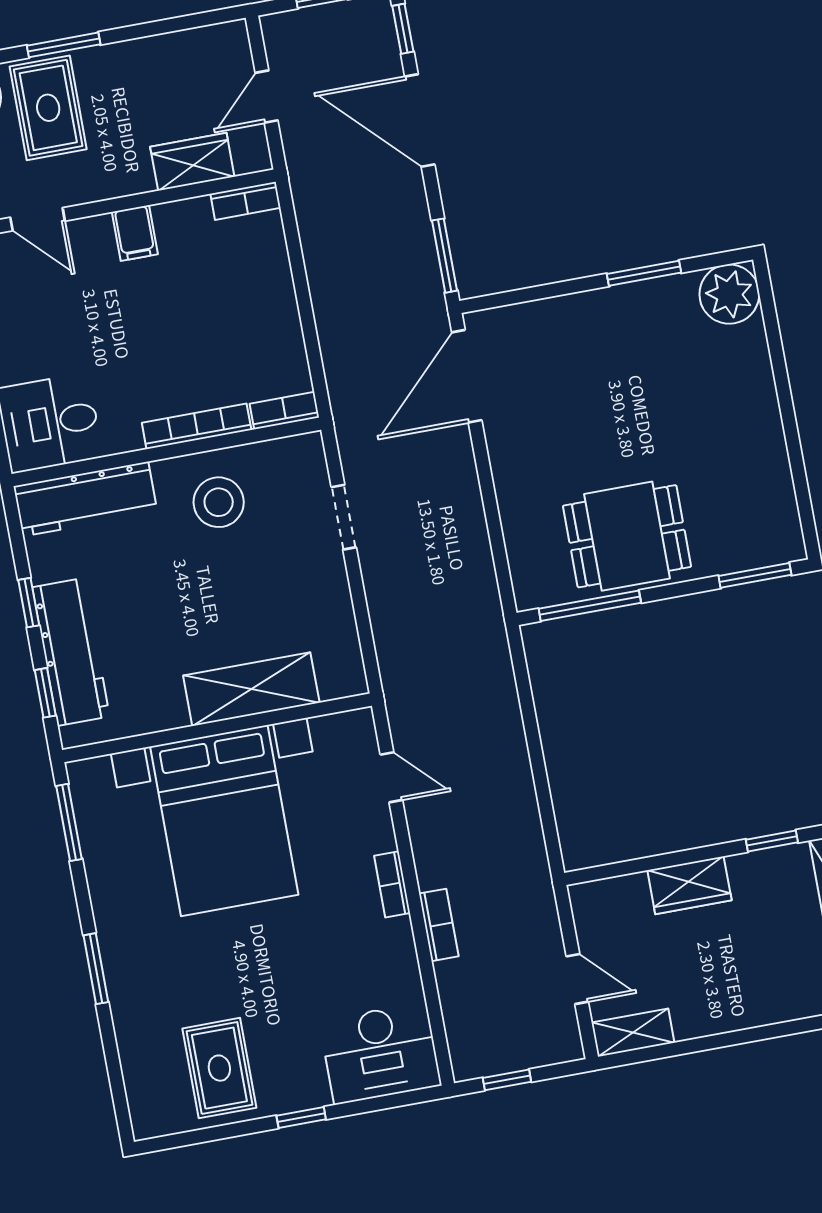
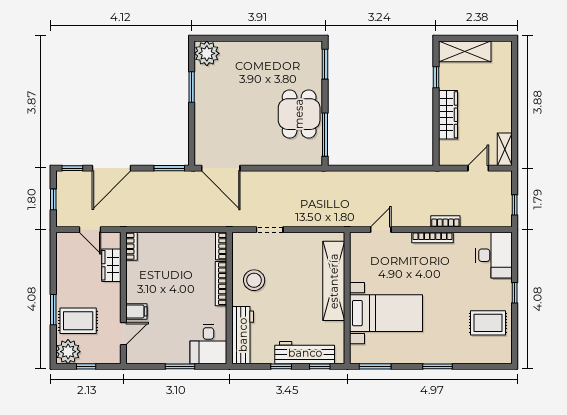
filing cabinet: (135, 233) -> (136, 311), moved
shelving: (251, 689) -> (334, 281), width x1.47
bed with nightstands: (224, 821) -> (386, 313), width x0.73
bookcase: (392, 884) -> (433, 238), width x1.56
wardrobe: (689, 885) -> (448, 115), width x1.50

